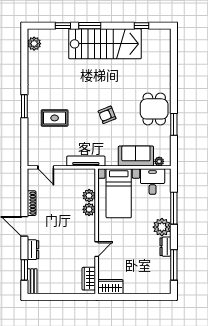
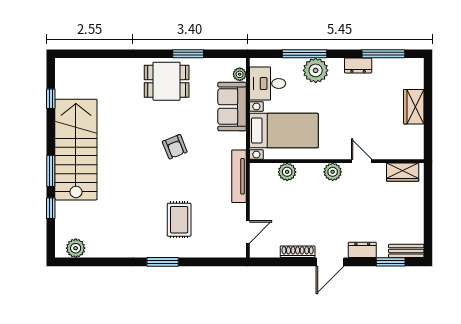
plant: (89, 209) -> (333, 172), moved
plant: (162, 227) -> (316, 70), moved
wardrobe: (110, 287) -> (414, 107), moved

